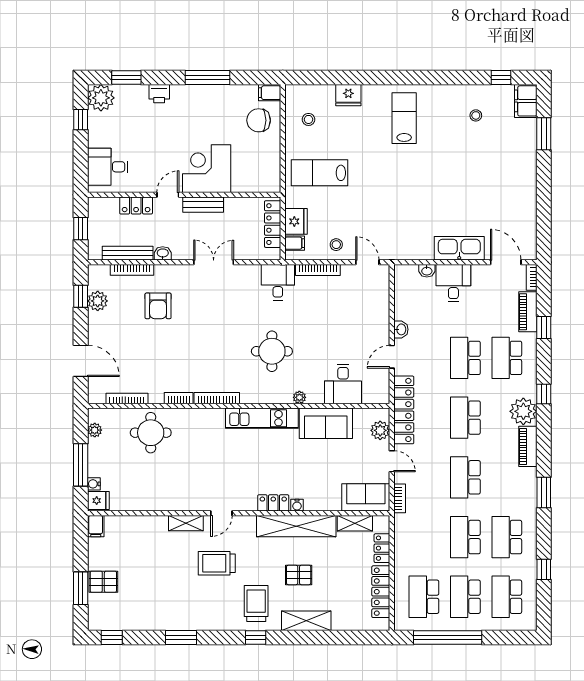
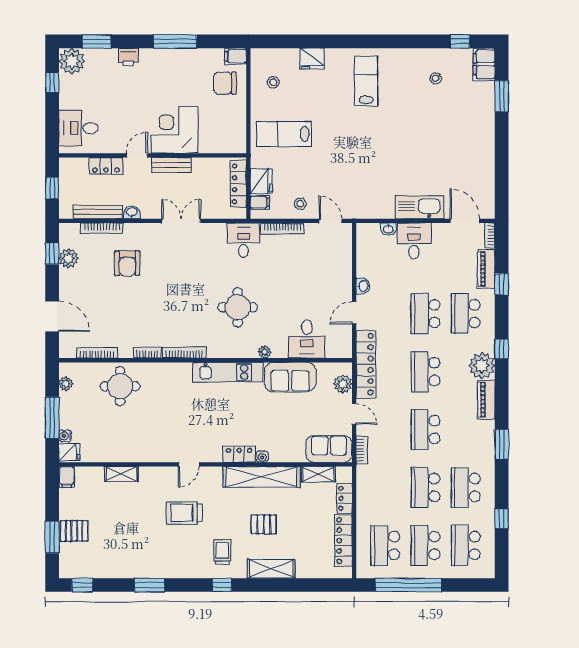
shelving: (186, 523) -> (121, 474), moved
trolley: (256, 604) -> (222, 552), width x0.73, depth x0.72

